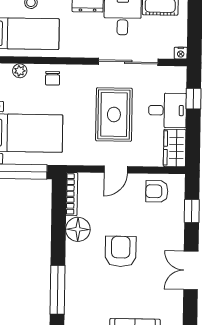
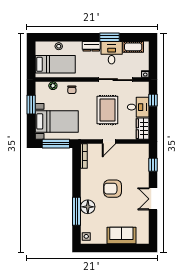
armchair: (157, 191) -> (133, 154), removed
floor lamp: (78, 229) -> (88, 207), moved
armchair: (121, 251) -> (113, 189), turned -90

